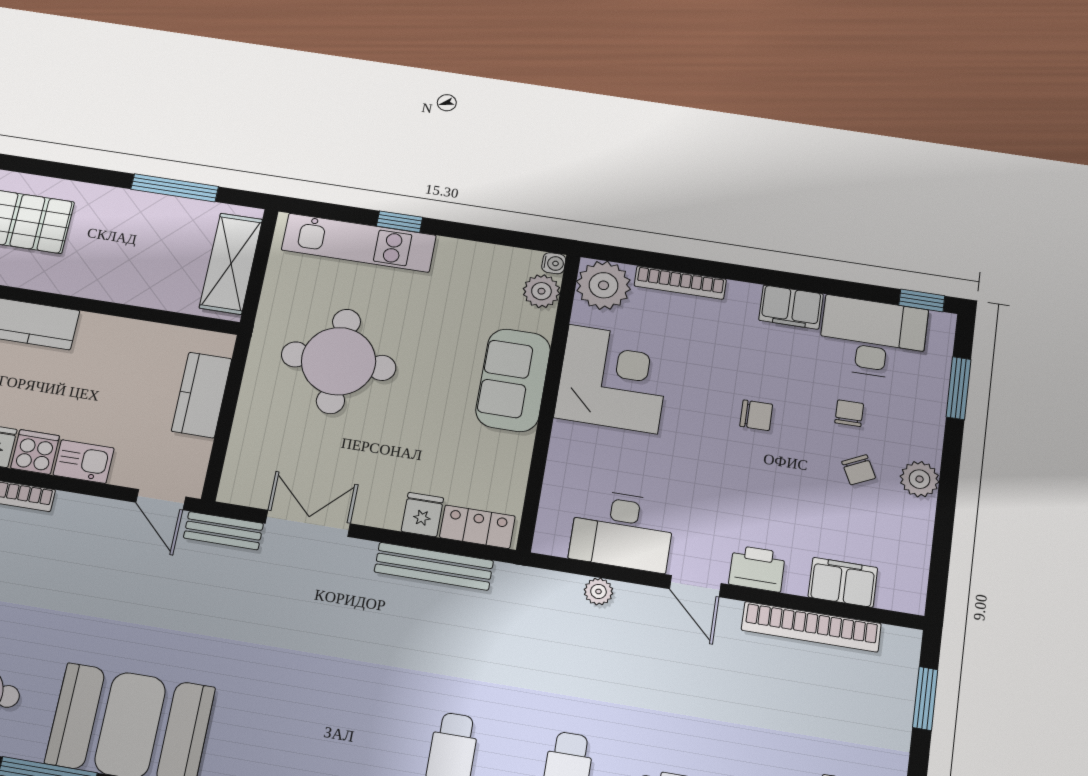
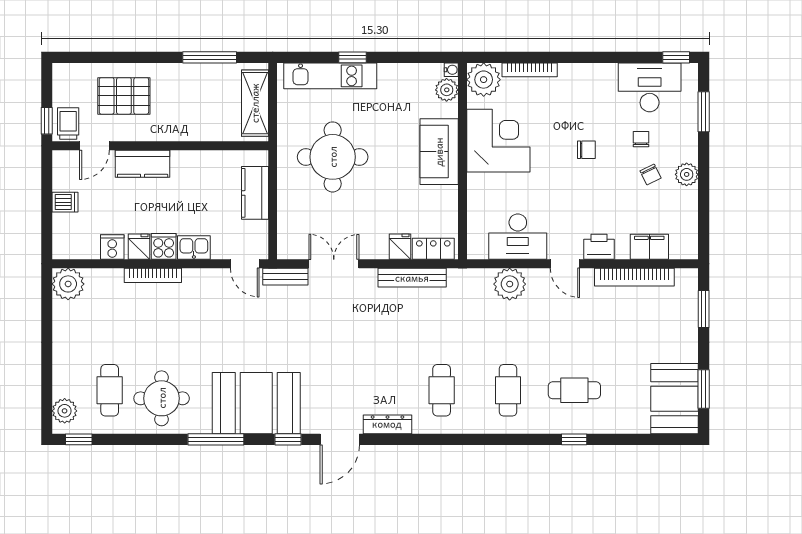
filing cabinet: (791, 307) -> (598, 75), removed
plant: (598, 591) -> (510, 284), width x1.88, depth x1.88

